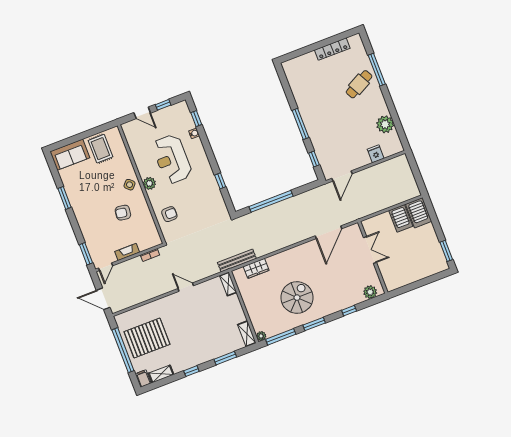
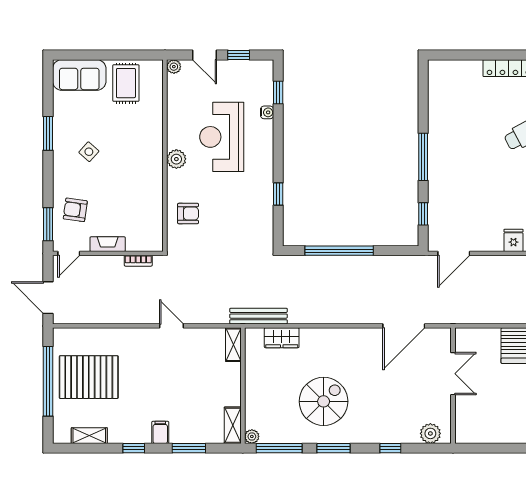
plant: (126, 127) -> (174, 67), added
side table: (130, 185) -> (89, 152), moved
armchair: (123, 213) -> (75, 210), moved
filing cabinet: (143, 378) -> (160, 432), moved

